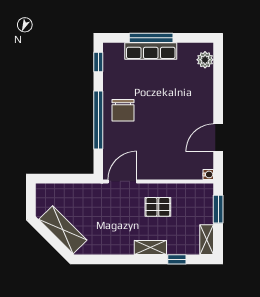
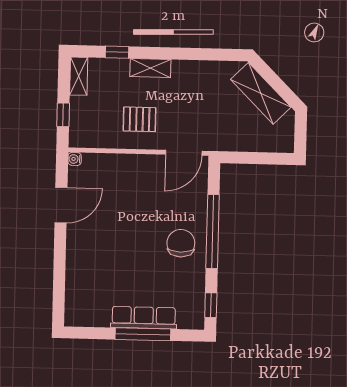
plant: (205, 60) -> (75, 305), removed
window: (218, 209) -> (63, 115), width x0.67

